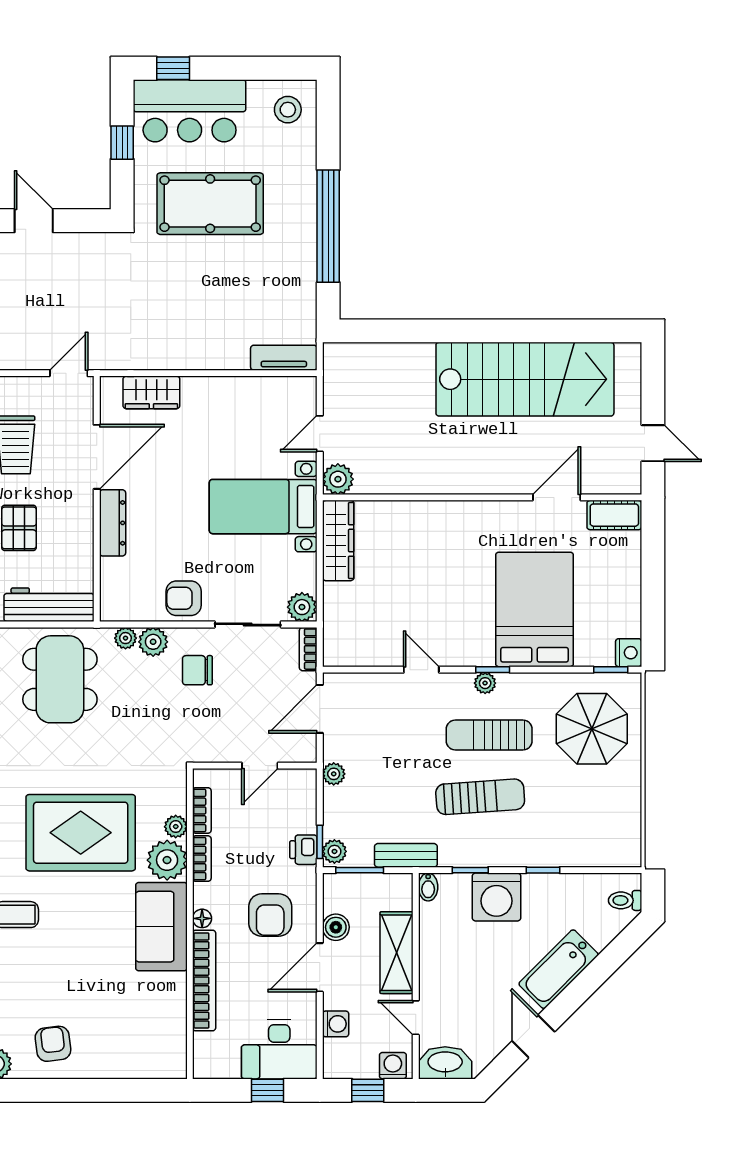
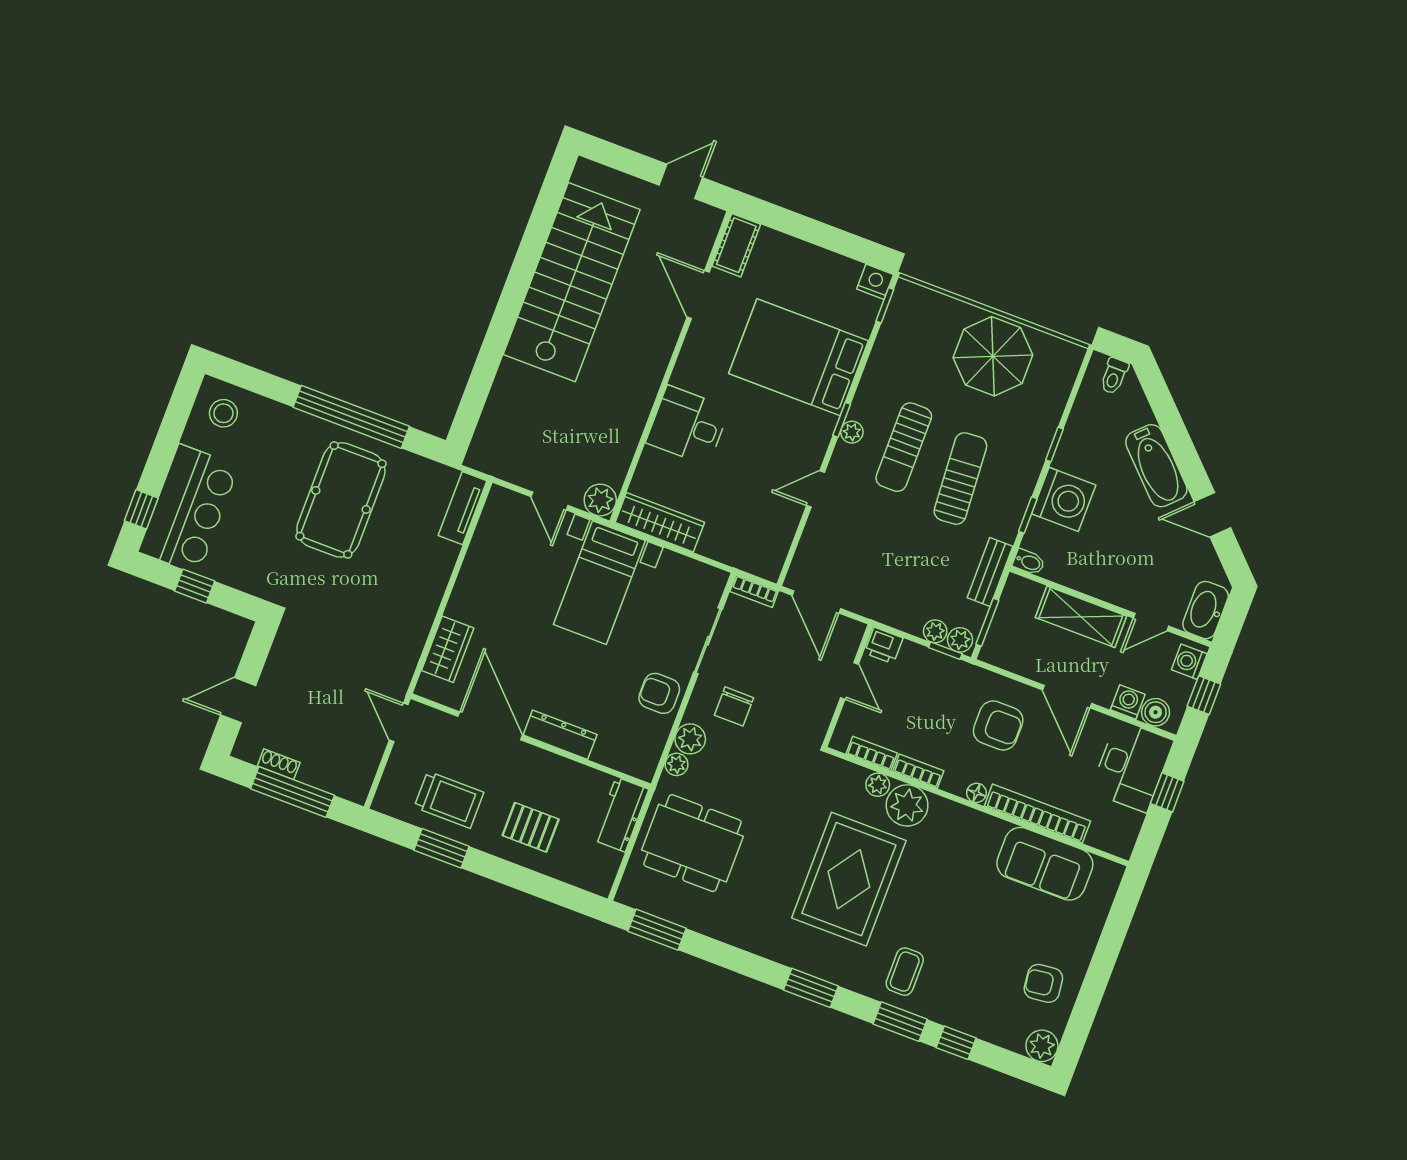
pool table: (210, 204) -> (341, 500), moved
desk: (435, 533) -> (688, 426), added
armchair: (184, 598) -> (659, 693), turned 90
workbench: (49, 605) -> (621, 815), width x0.73
plant: (302, 607) -> (711, 582), removed
parasol: (592, 729) -> (993, 356), moved
plant: (334, 774) -> (935, 631), moved
printer: (303, 850) -> (884, 645), moved
sofa: (161, 927) -> (1045, 864), moved
boiler: (336, 927) -> (1156, 712), moved

